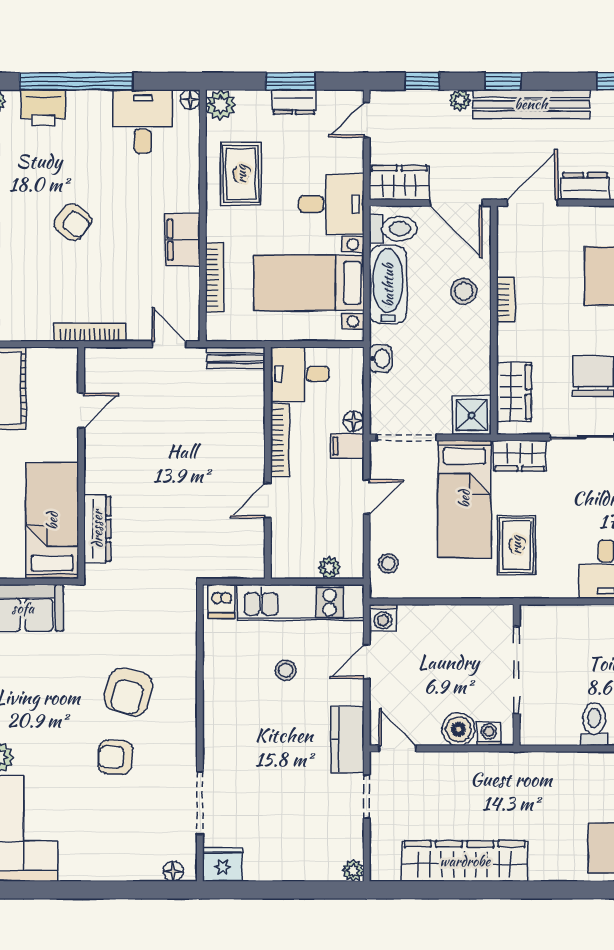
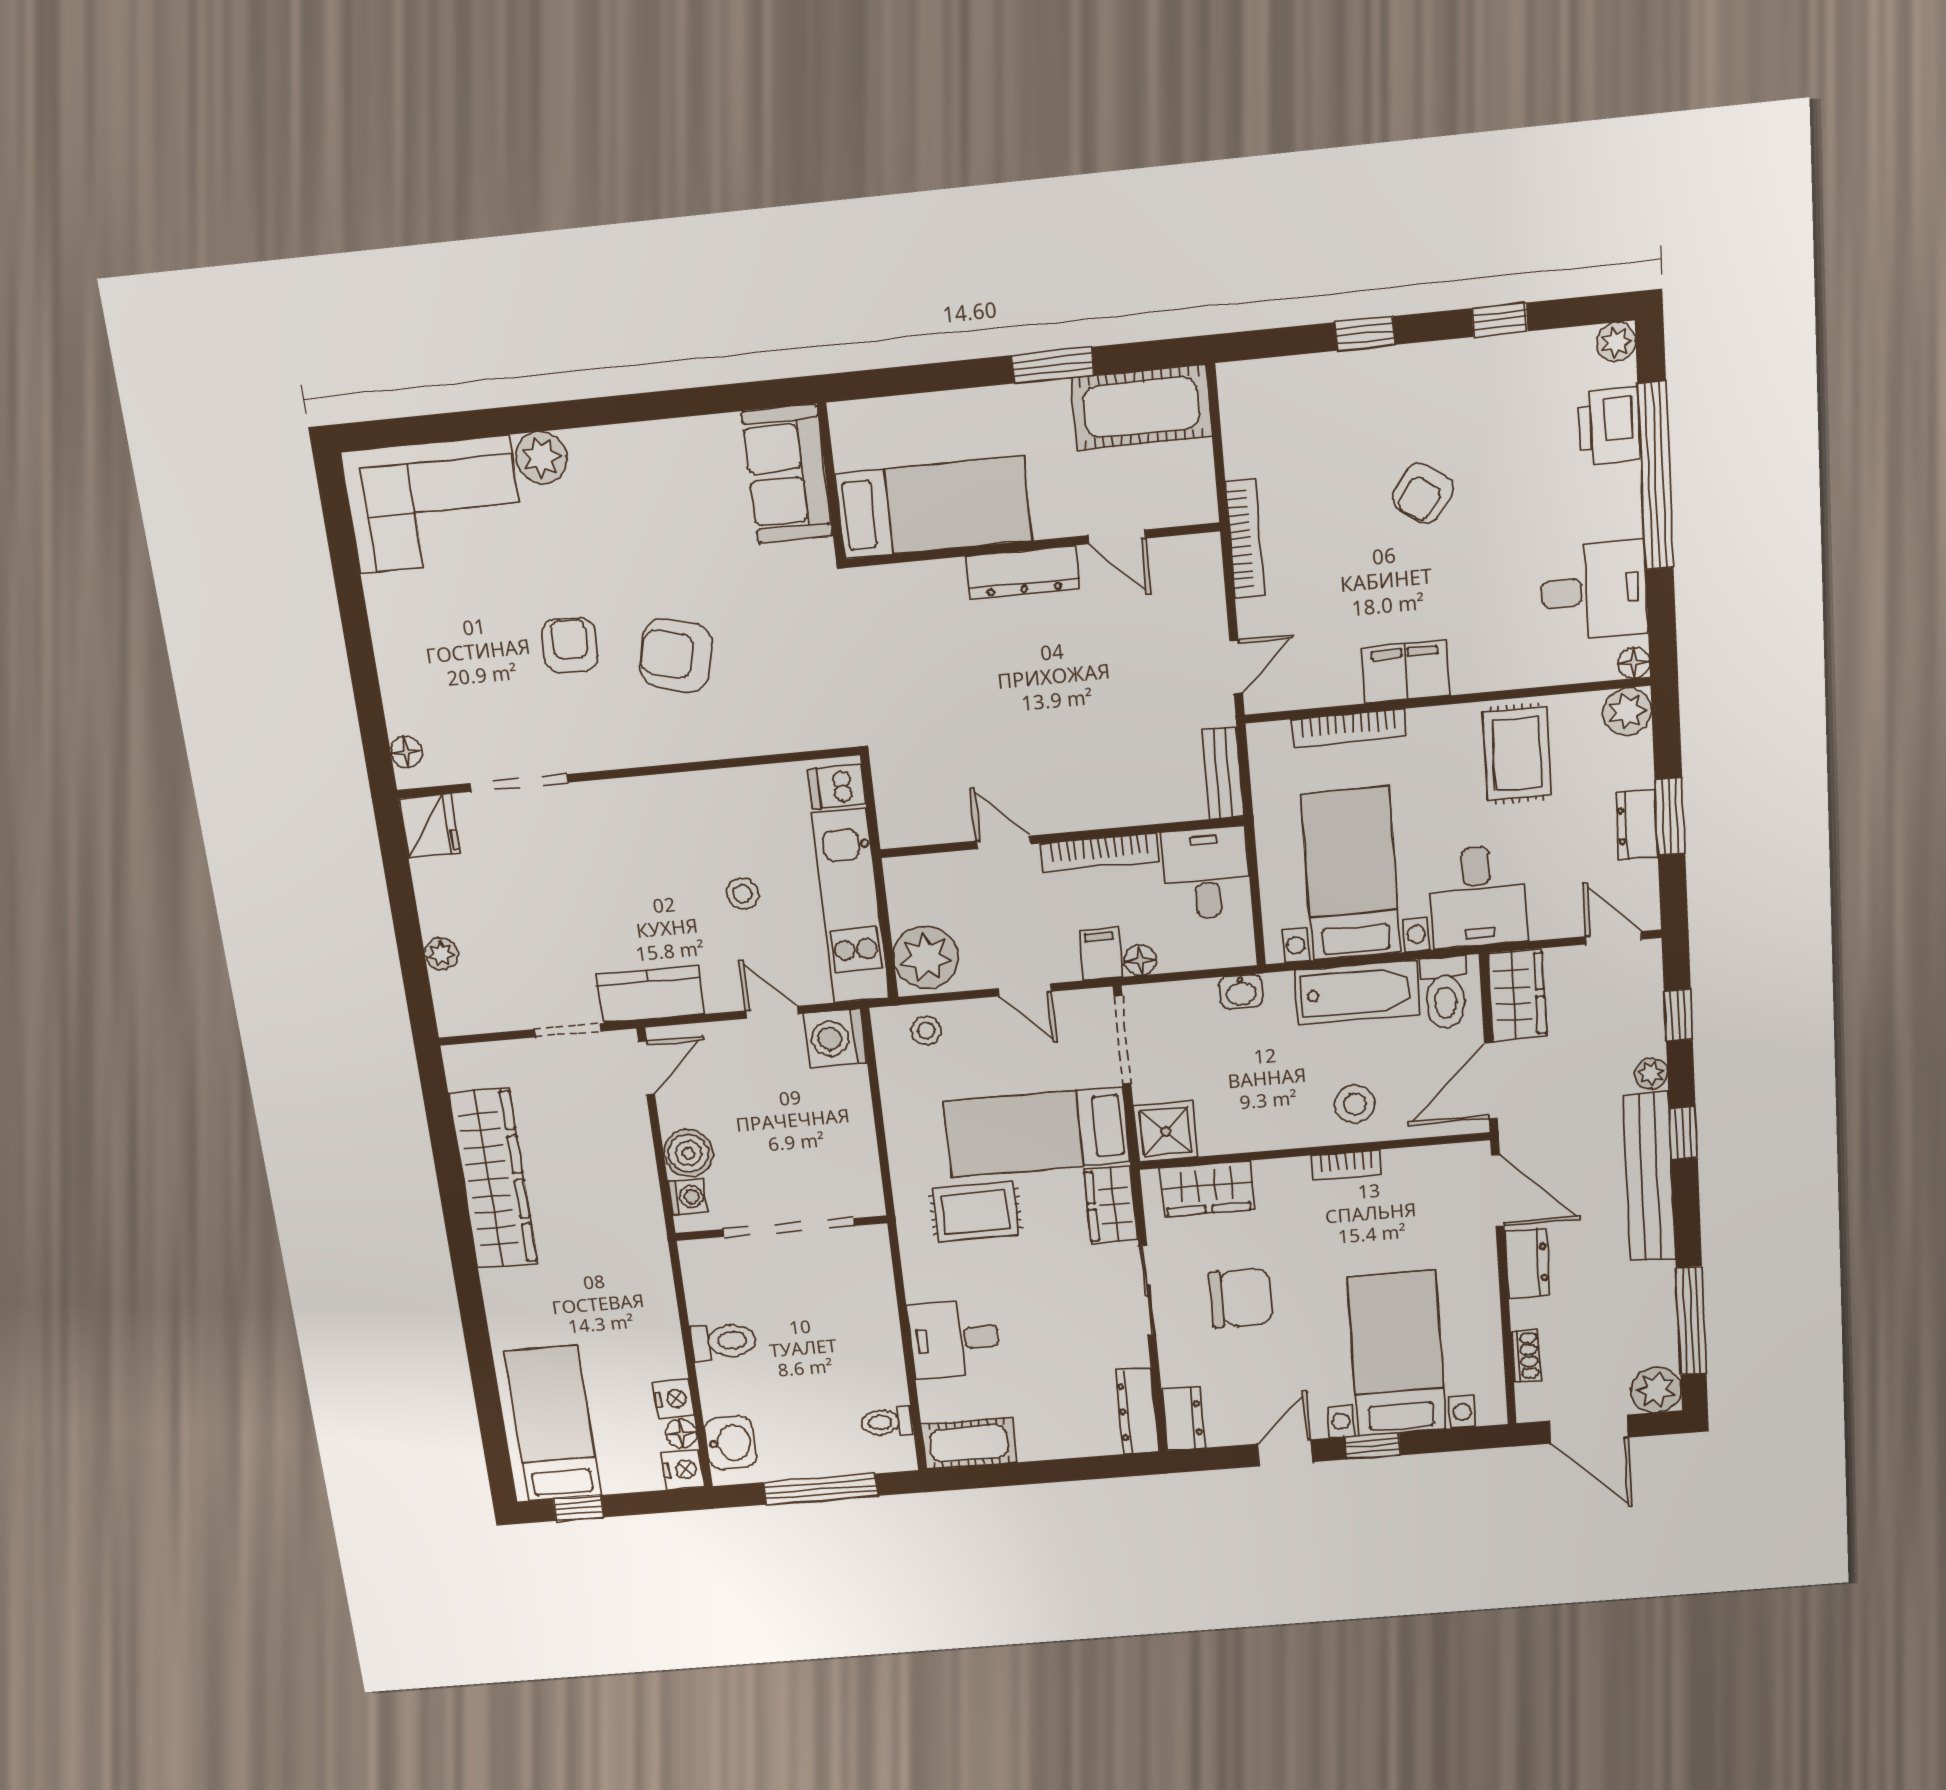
rug: (241, 174) -> (1517, 754), turned 90
dresser: (97, 529) -> (1023, 572), moved
plant: (329, 568) -> (926, 957), width x1.87, depth x1.87
washing machine: (383, 618) -> (836, 1038), width x1.38, depth x1.38
plant: (353, 871) -> (441, 954), moved

